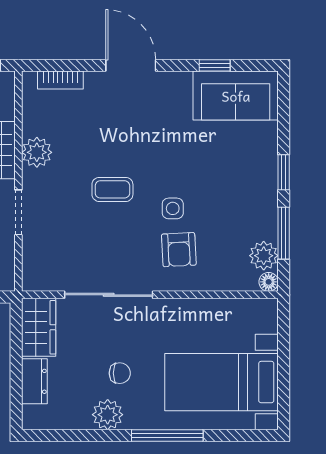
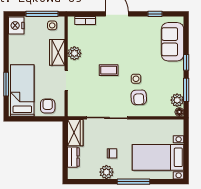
sofa: (236, 96) -> (173, 42), moved, turned 90

